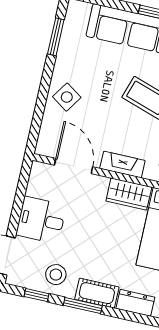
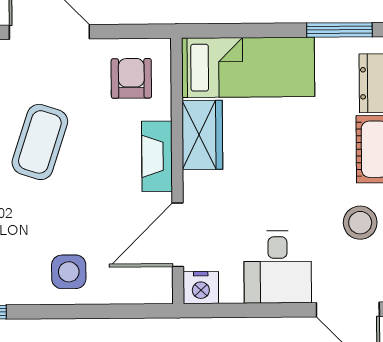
side table: (67, 97) -> (69, 272), turned -34
nightstand: (39, 172) -> (201, 288), added

